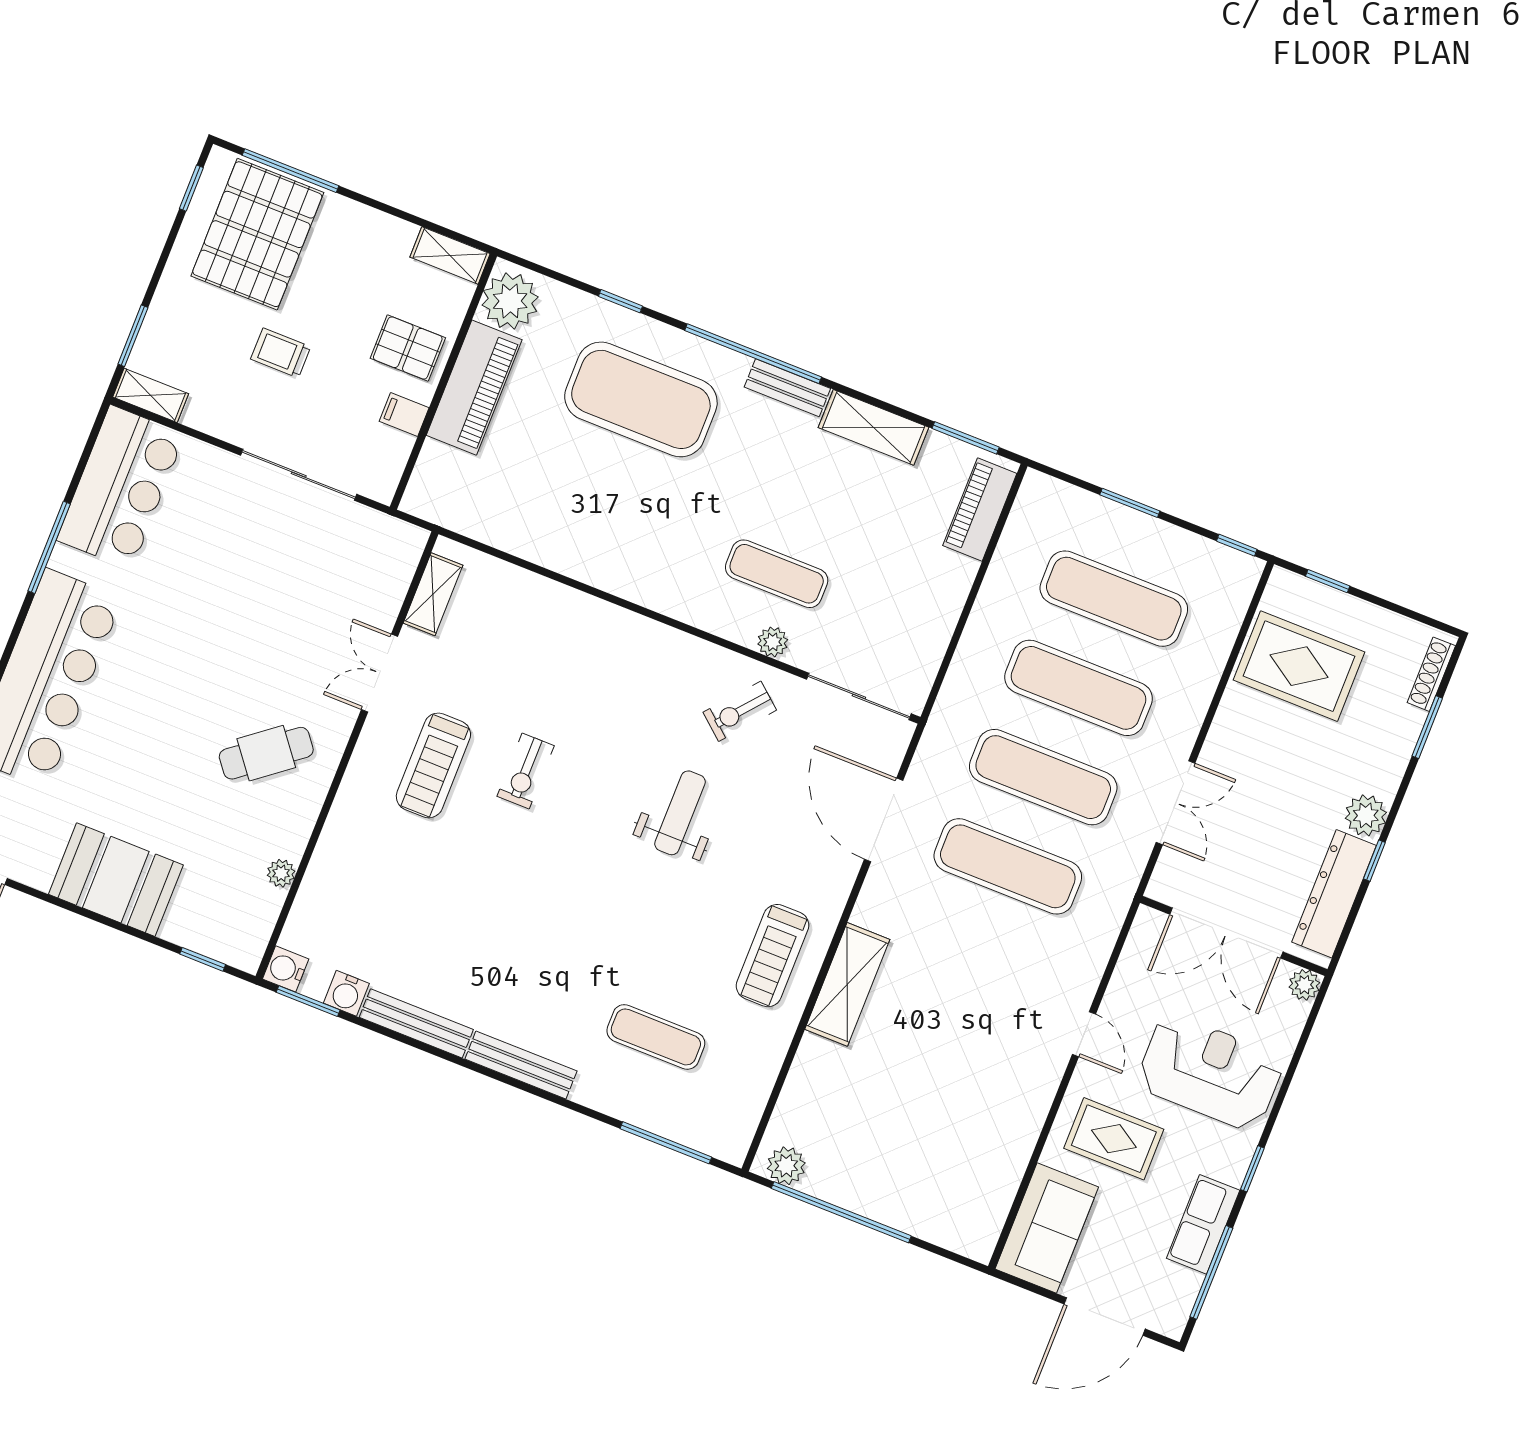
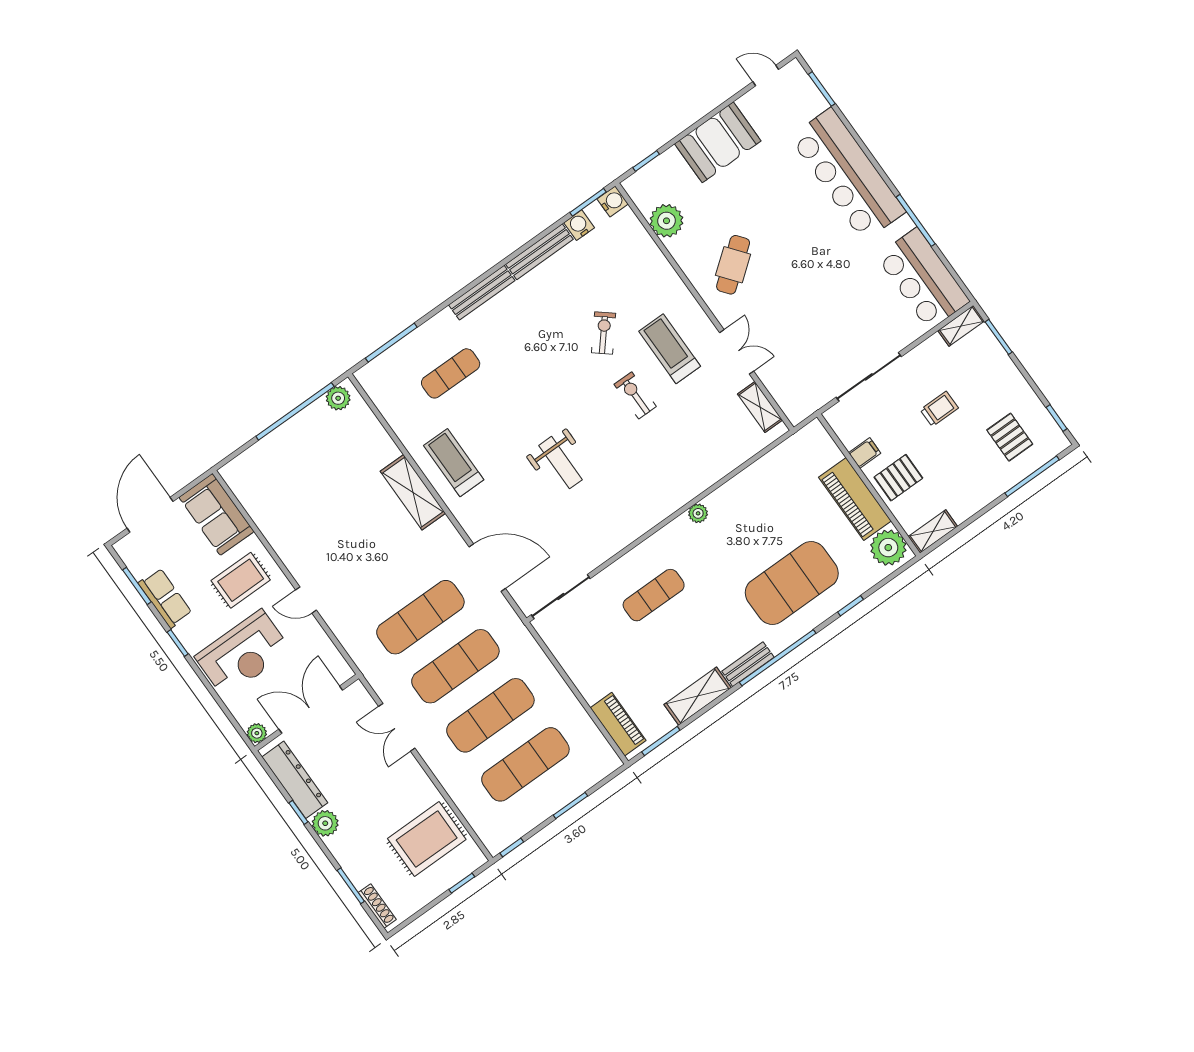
pallet: (257, 234) -> (1010, 437), width x0.49, depth x0.50
plant: (773, 642) -> (698, 513), moved
exercise bike: (740, 711) -> (604, 333), moved
plant: (281, 873) -> (667, 221), width x1.88, depth x1.88
window: (1211, 1272) -> (137, 586), width x0.69

